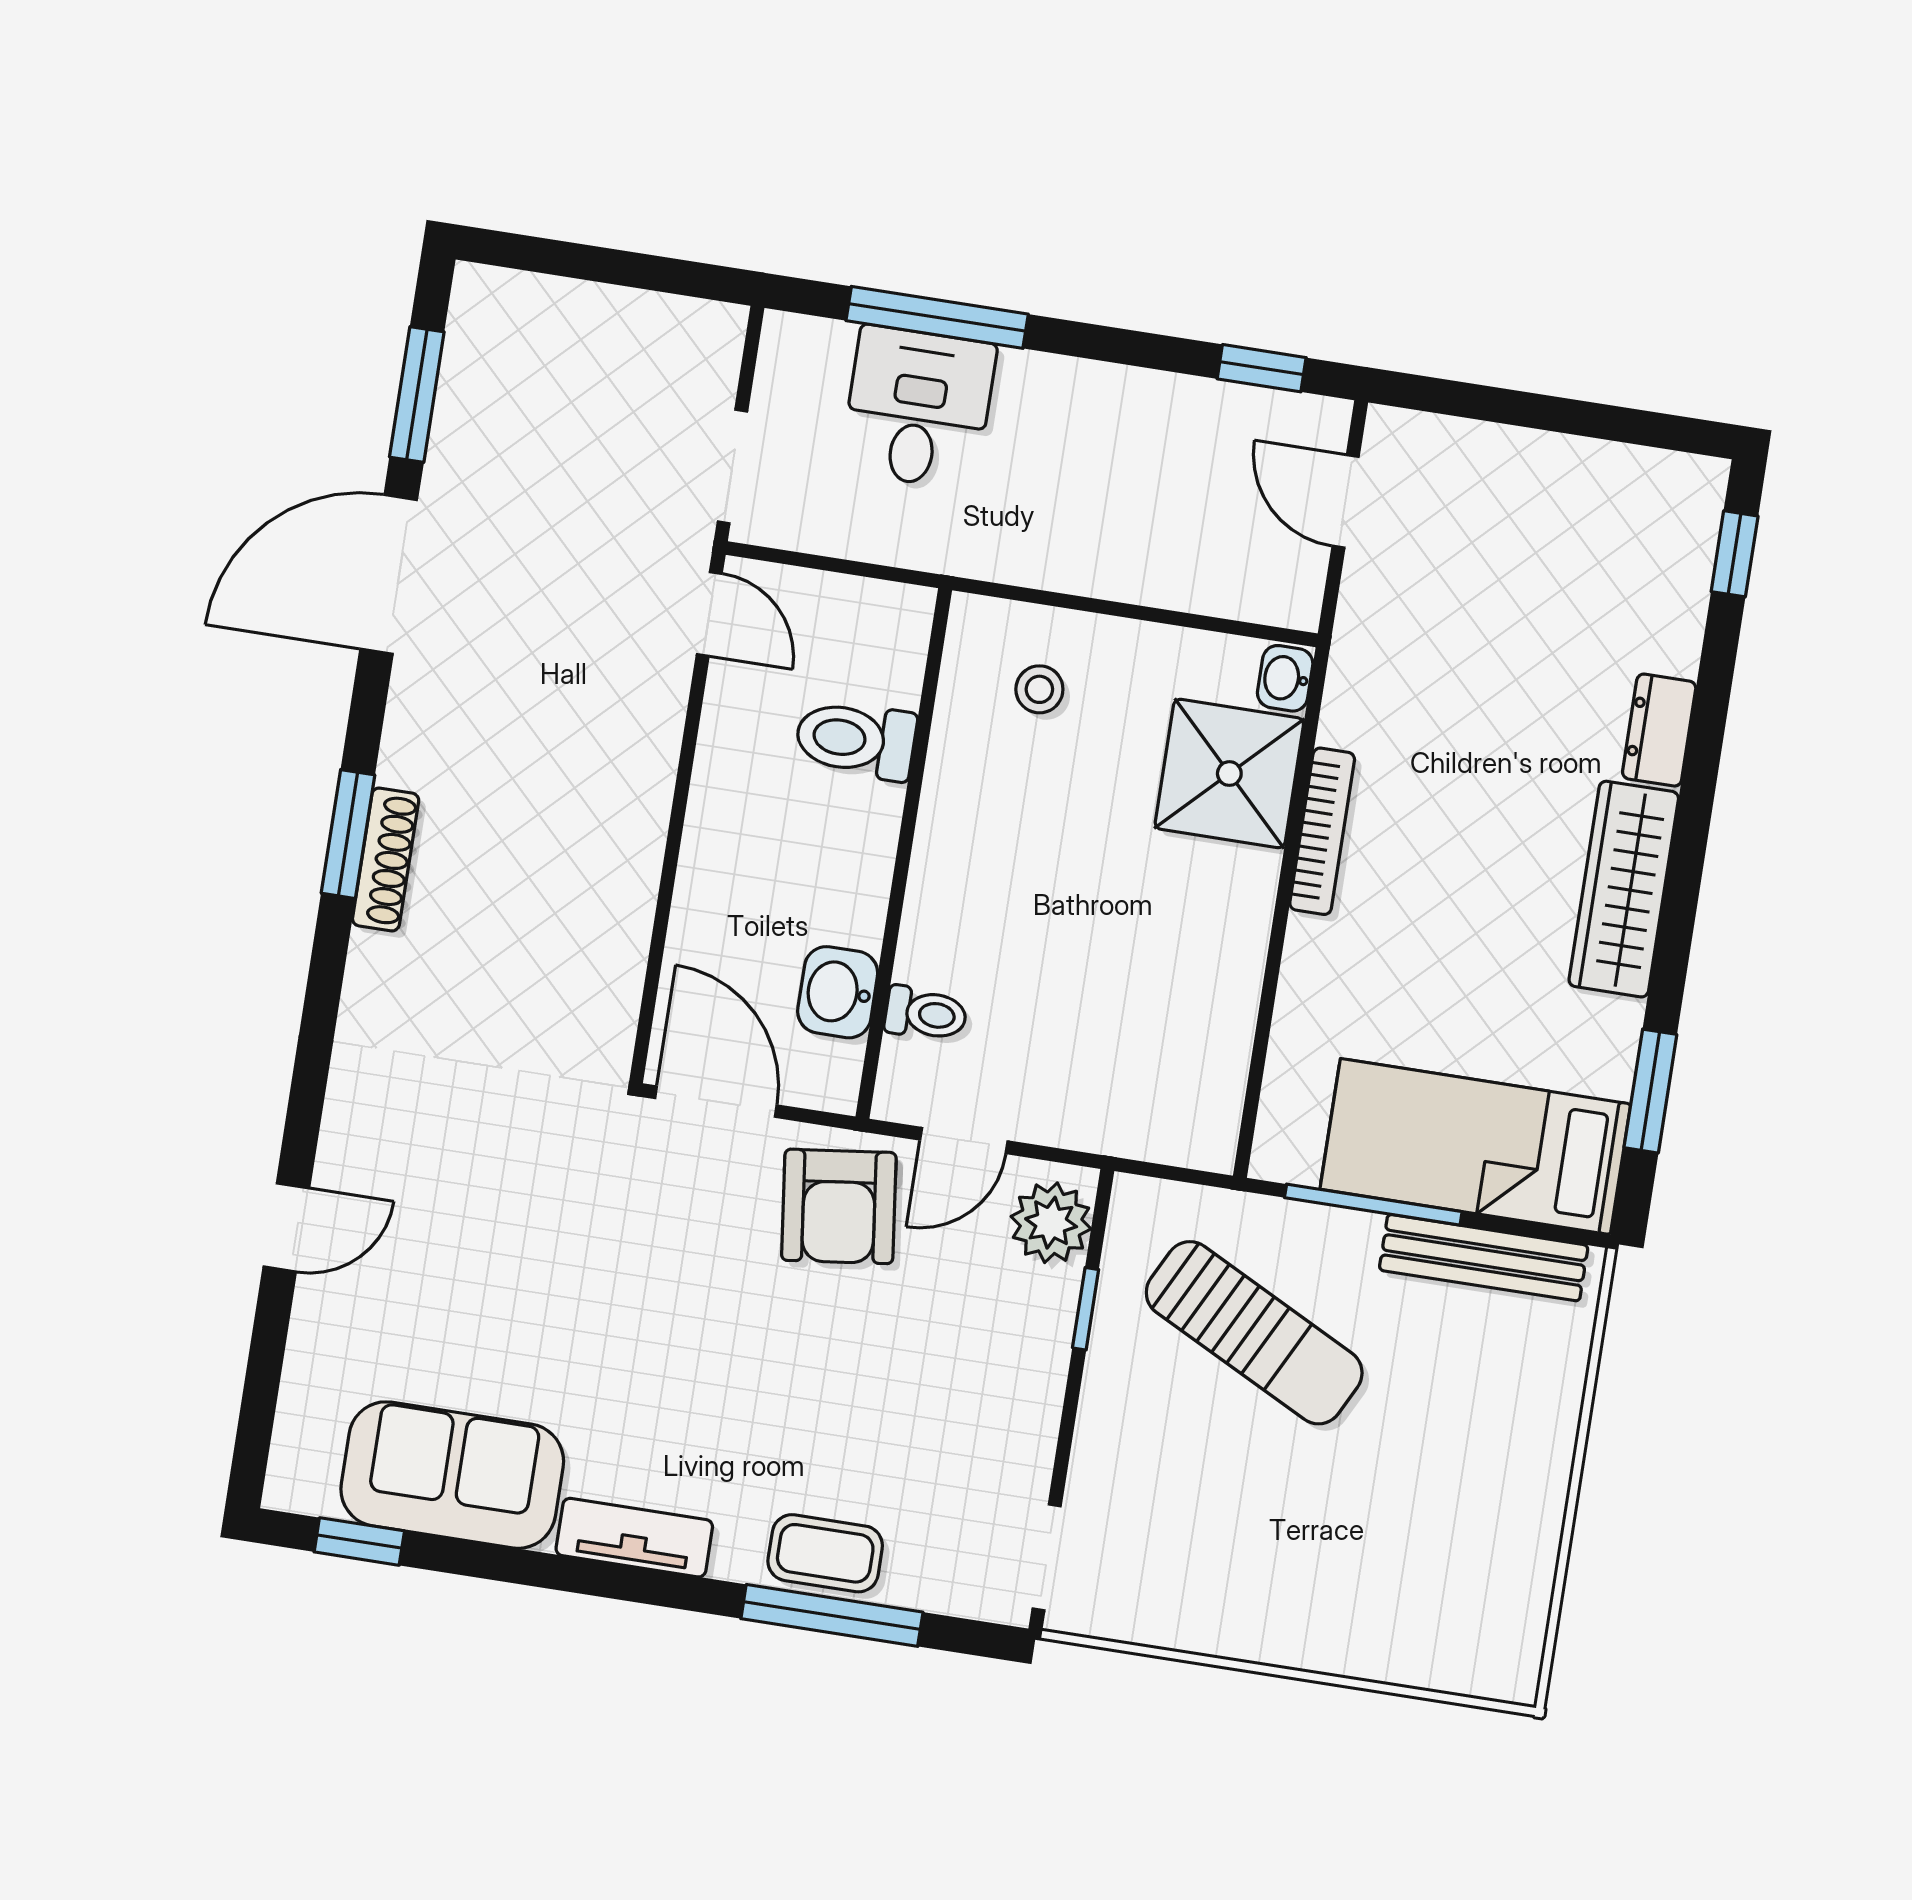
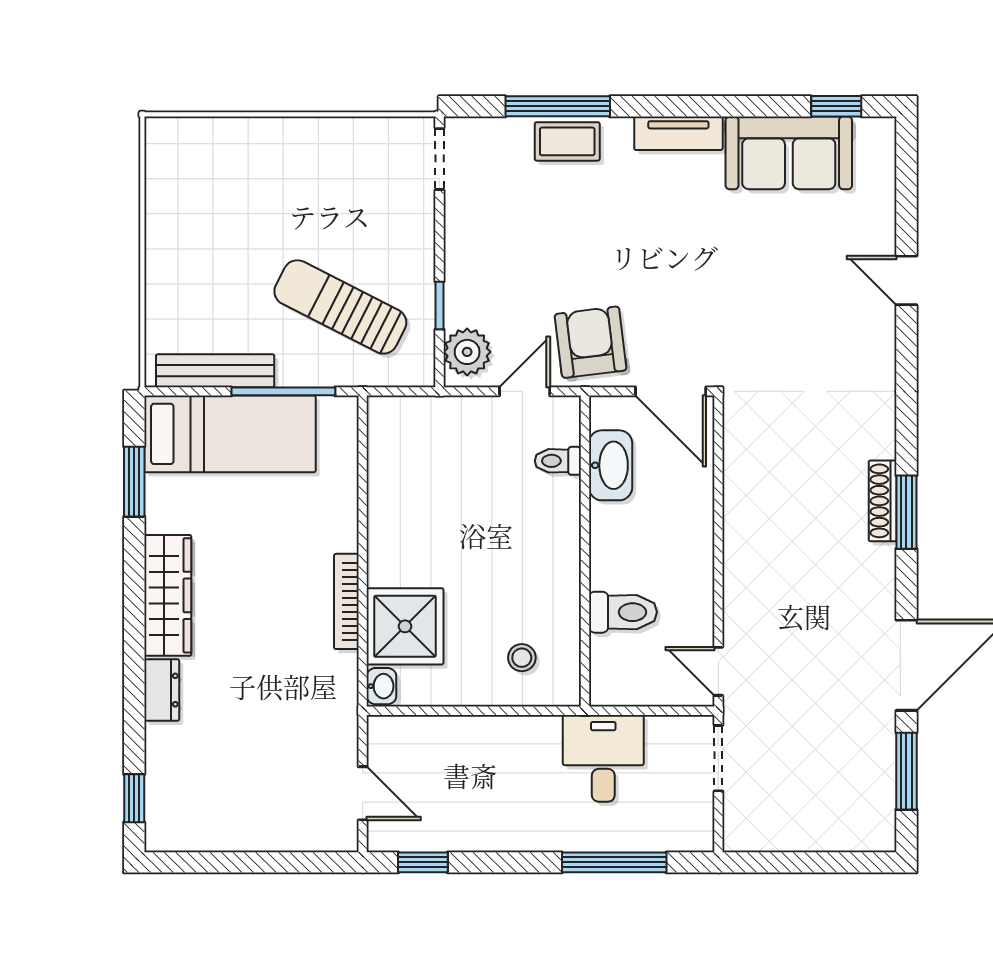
desk: (918, 408) -> (603, 758), moved, turned 180
washbasin: (838, 992) -> (611, 465), width x1.38
door: (286, 1227) -> (906, 280), hinge flipped

